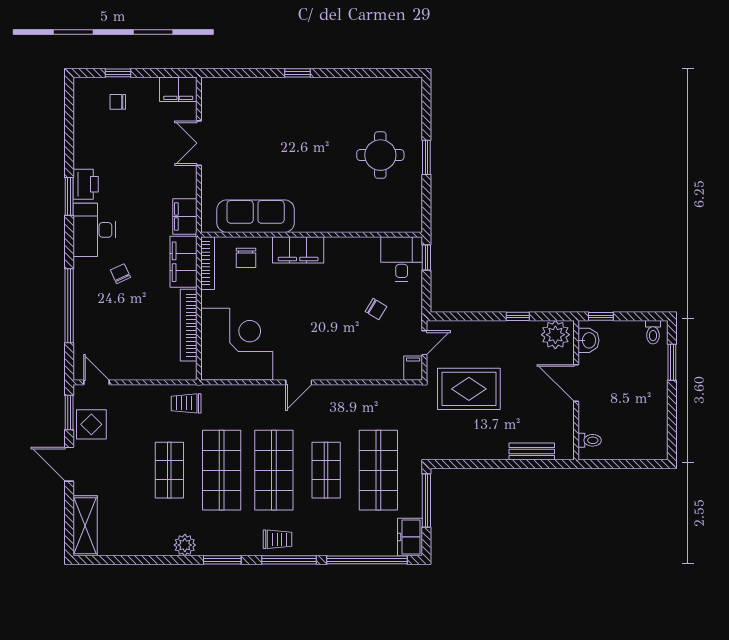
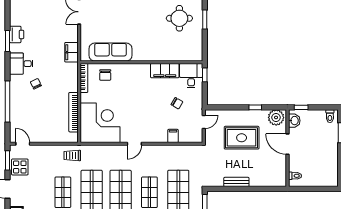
desk: (94, 230) -> (21, 64), width x0.73
filing cabinet: (298, 250) -> (165, 71), moved
filing cabinet: (183, 262) -> (71, 77), removed
filing cabinet: (413, 368) -> (173, 136), moved
rug: (469, 389) -> (242, 138), moved
bench: (532, 451) -> (236, 182), moved

